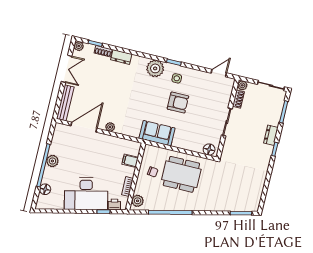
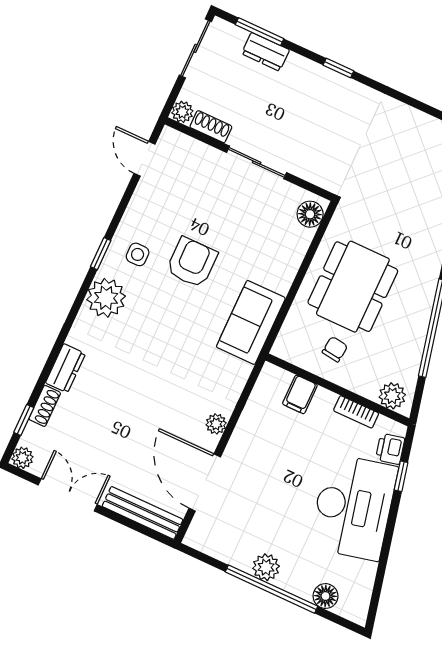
dresser: (271, 135) -> (266, 52), moved

